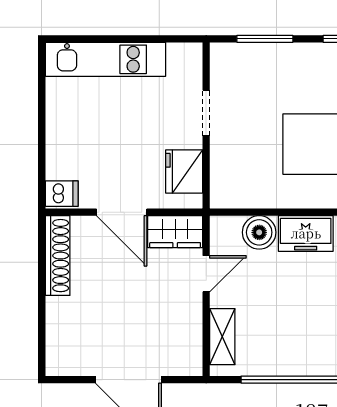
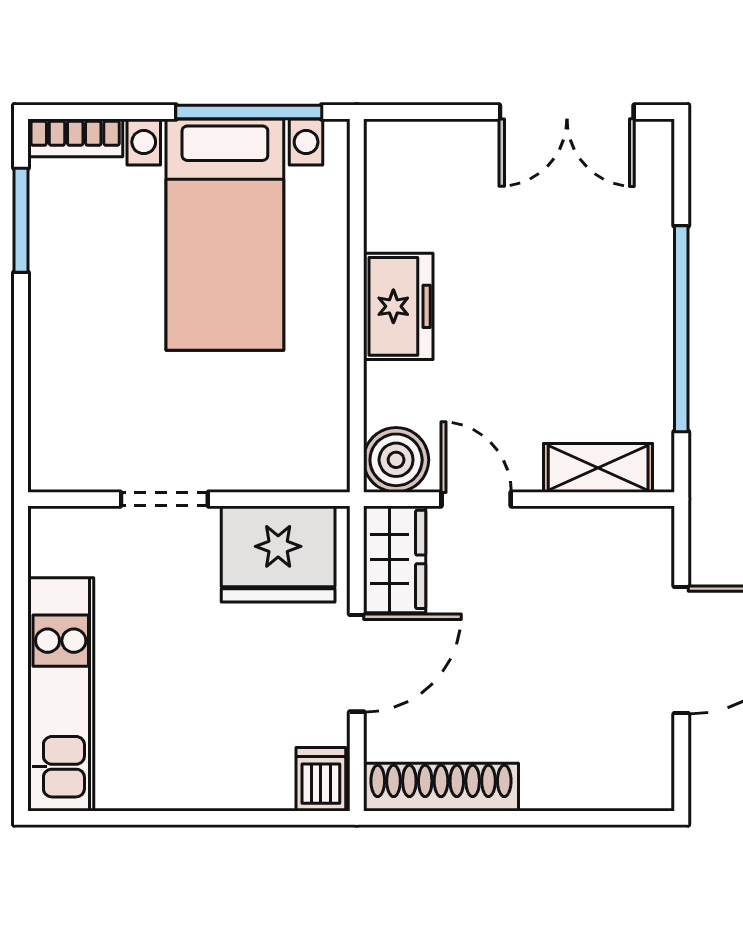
window: (265, 39) -> (21, 385), removed
fridge: (184, 172) -> (278, 554), width x1.36, depth x1.34
boiler: (259, 232) -> (396, 460), moved

